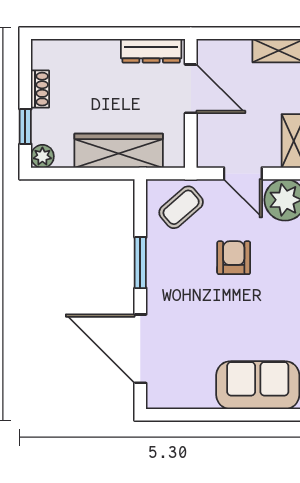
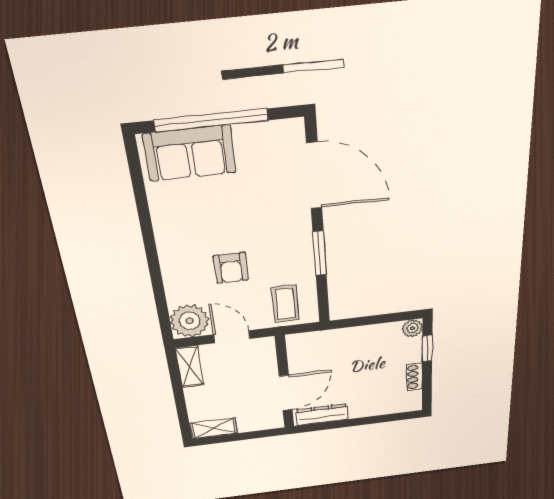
door: (191, 89) -> (286, 393), swing flipped
wardrobe: (119, 151) -> (345, 341), removed
coffee table: (181, 207) -> (285, 304), turned -49
window: (233, 415) -> (211, 120), added

